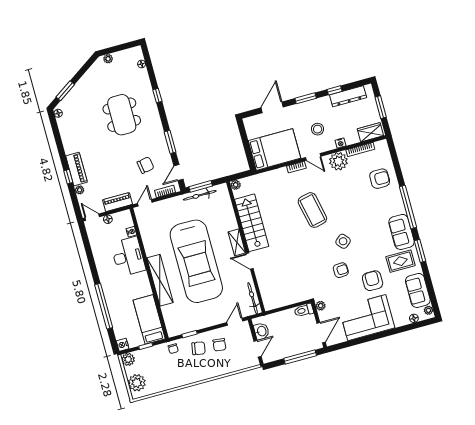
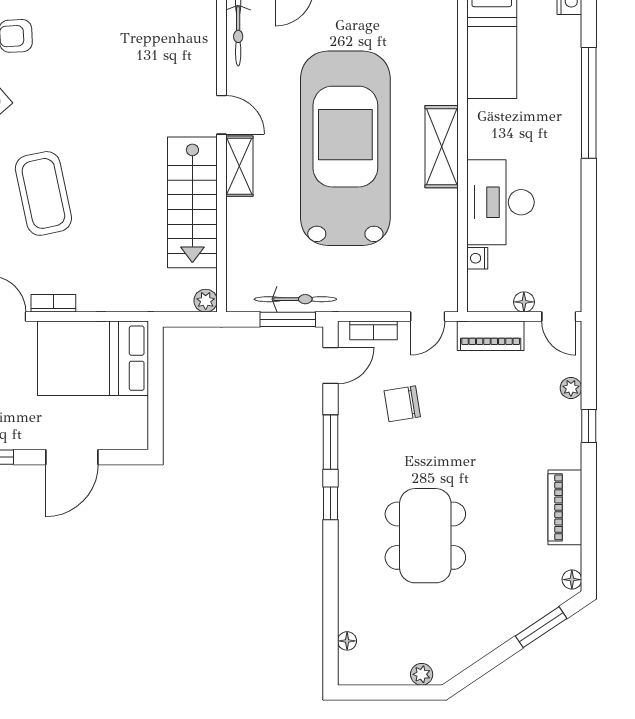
window: (157, 96) -> (331, 503), moved
piano: (76, 169) -> (565, 507), moved
shelving: (160, 280) -> (442, 147), width x0.68

